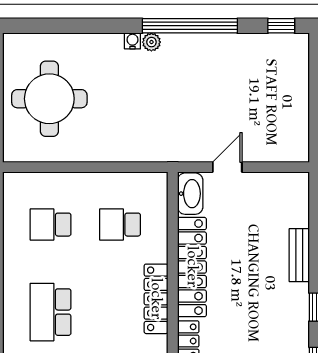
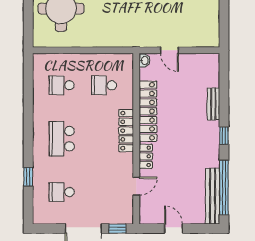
door: (227, 167) -> (169, 50), swing flipped
washbasin: (190, 194) -> (145, 60), width x0.52, depth x0.69

